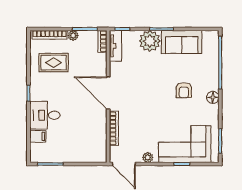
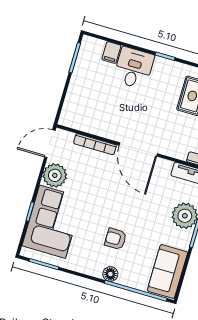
sofa: (182, 42) -> (167, 271), moved
door: (108, 93) -> (138, 149), swing flipped
floor lamp: (213, 97) -> (110, 274), moved
plant: (148, 157) -> (55, 175), width x1.87, depth x1.87

